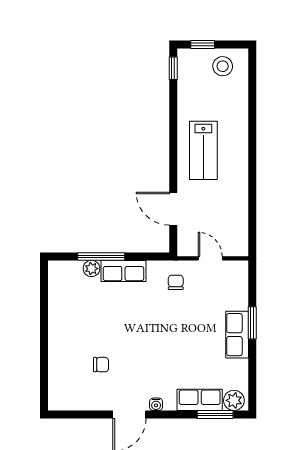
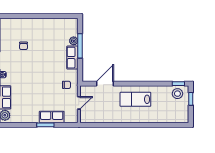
stool: (223, 66) -> (177, 94), moved
row of seats: (237, 335) -> (52, 117), moved

